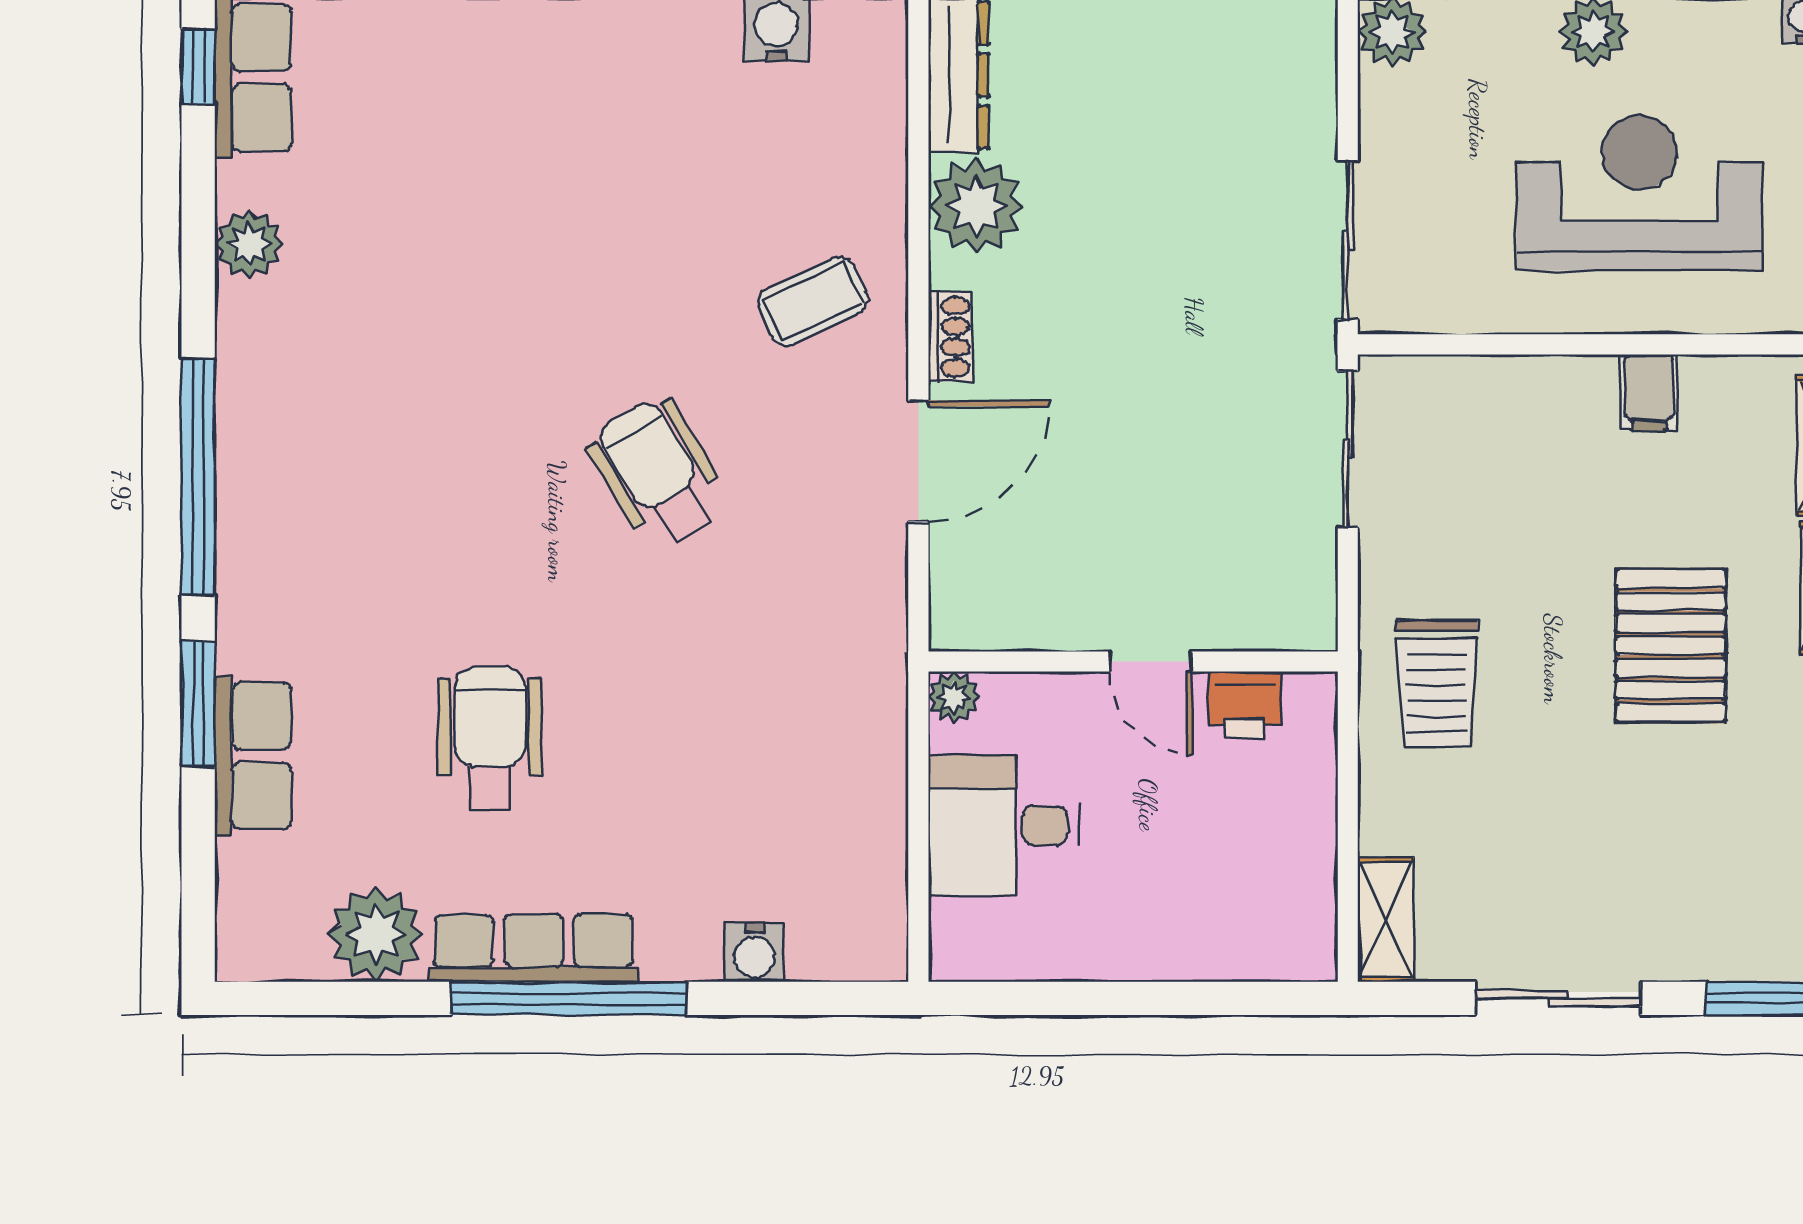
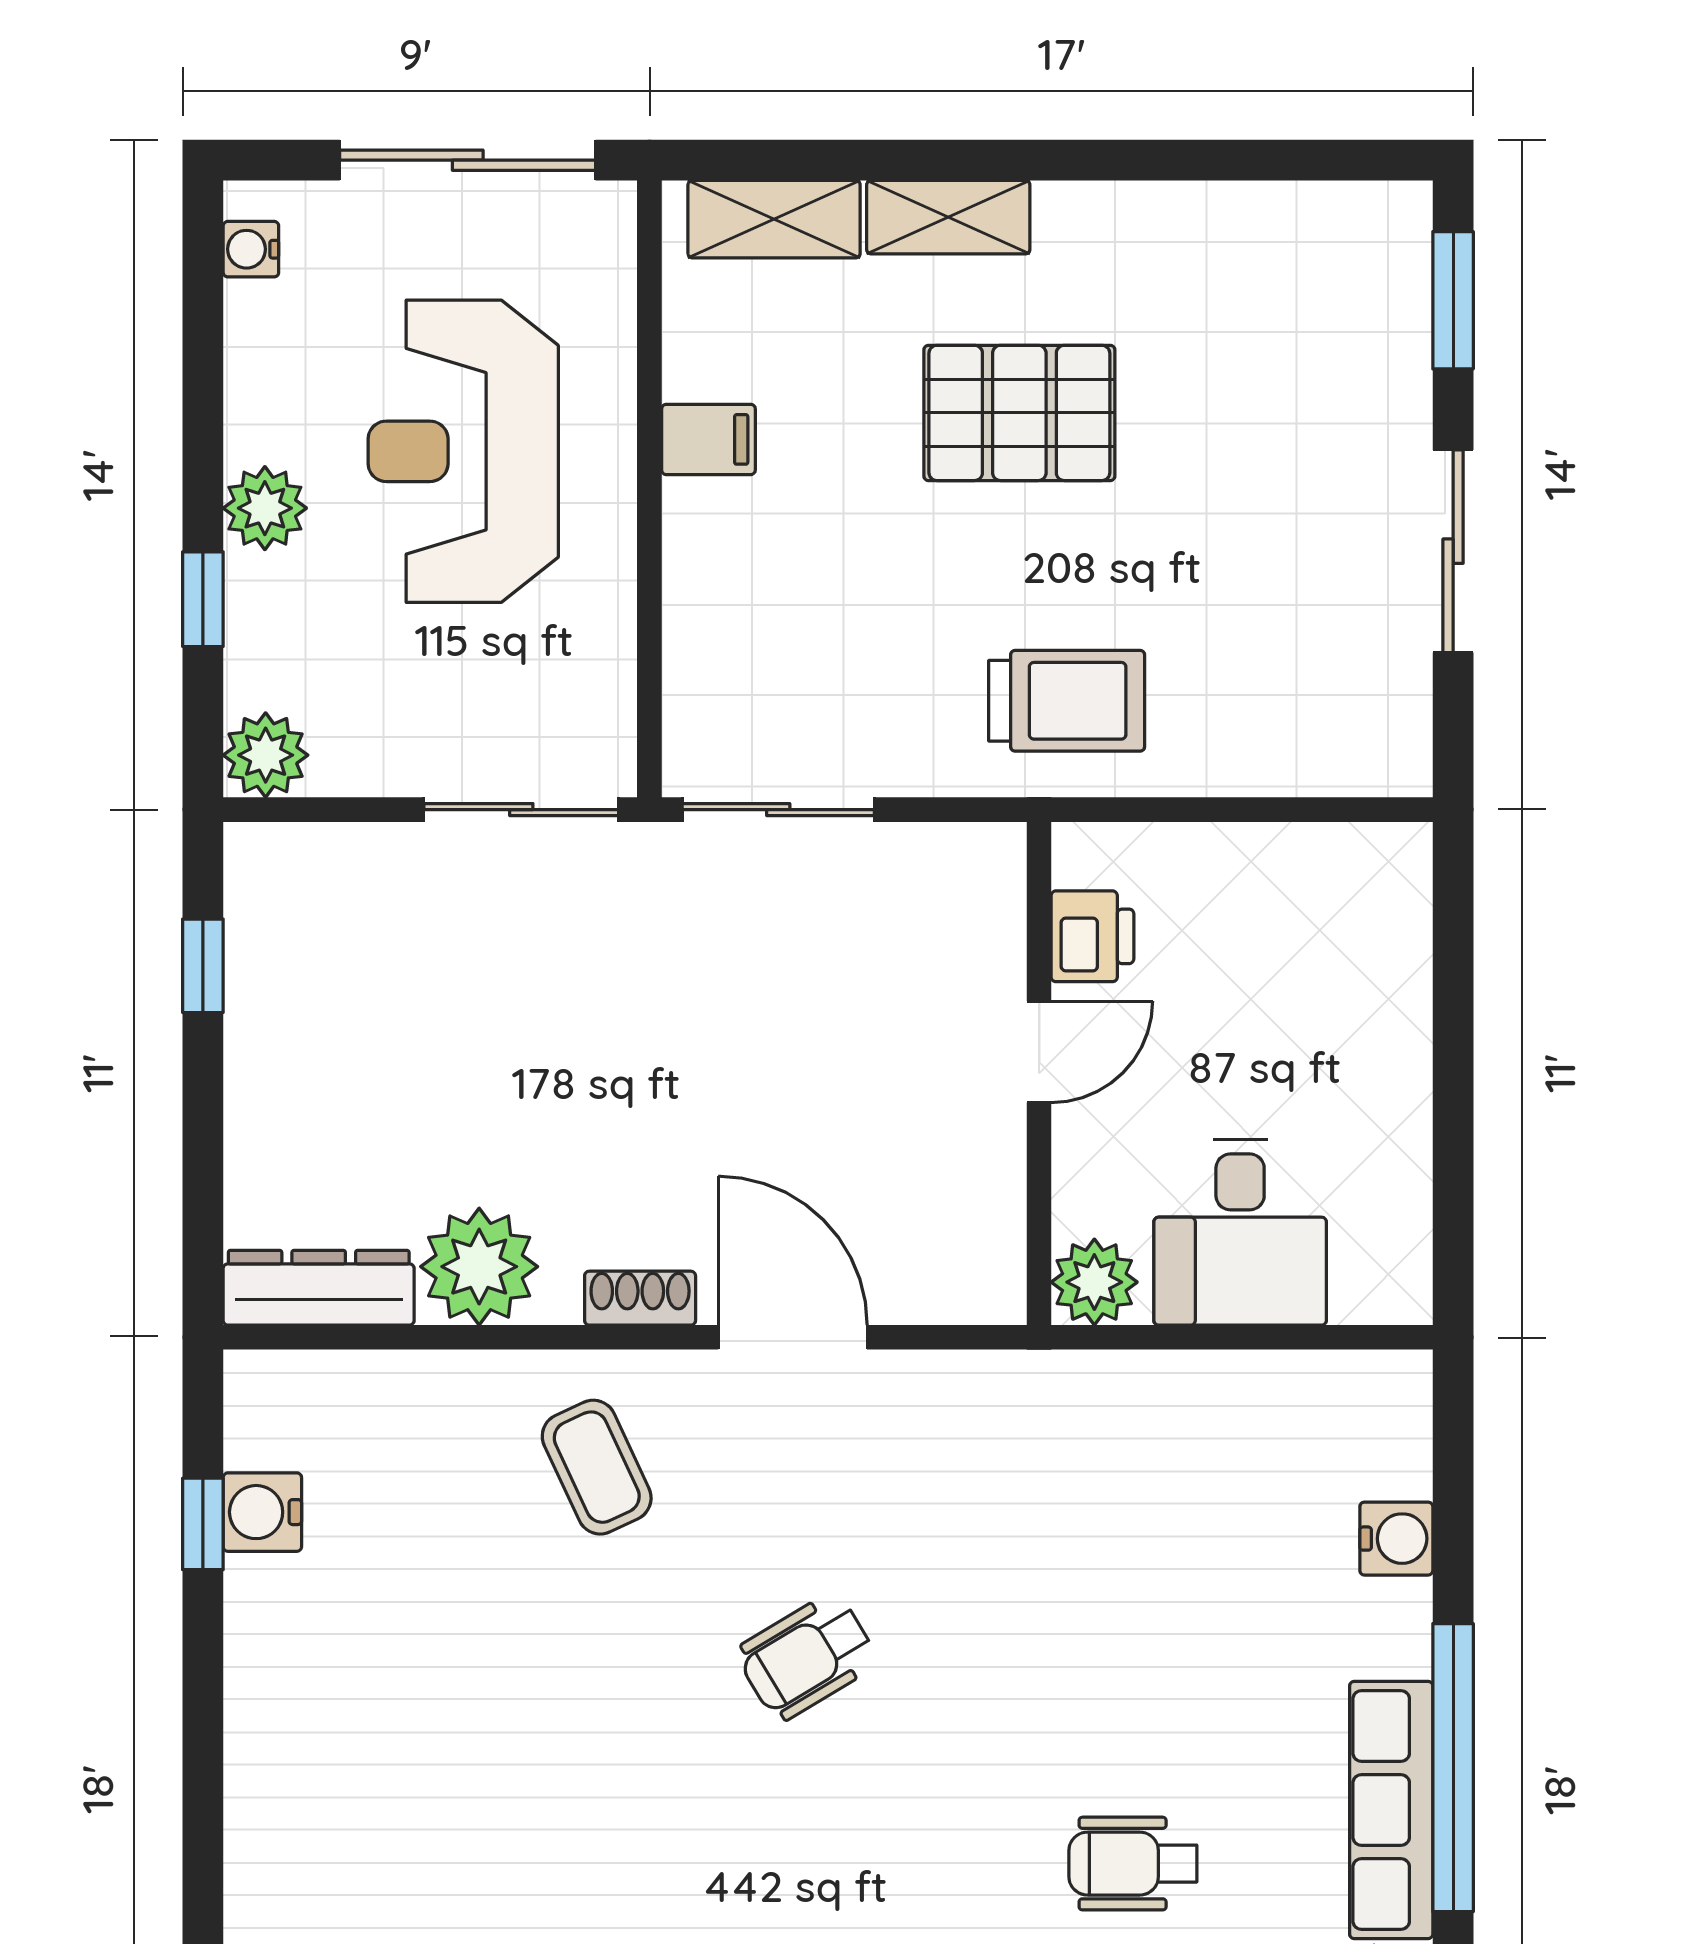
wheelchair: (658, 473) -> (807, 1657), width x0.73, depth x0.73
plant: (954, 697) -> (1094, 1282), width x1.38, depth x1.38
wheelchair: (490, 738) -> (1133, 1864), width x0.73, depth x0.73
shelving: (1386, 920) -> (1356, 763), removed

